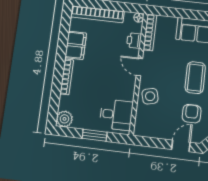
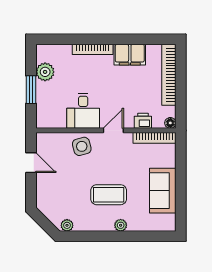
armchair: (192, 114) -> (68, 195), removed
desk: (116, 115) -> (83, 111), moved
plant: (64, 119) -> (45, 72), moved
door: (181, 146) -> (31, 163), moved

